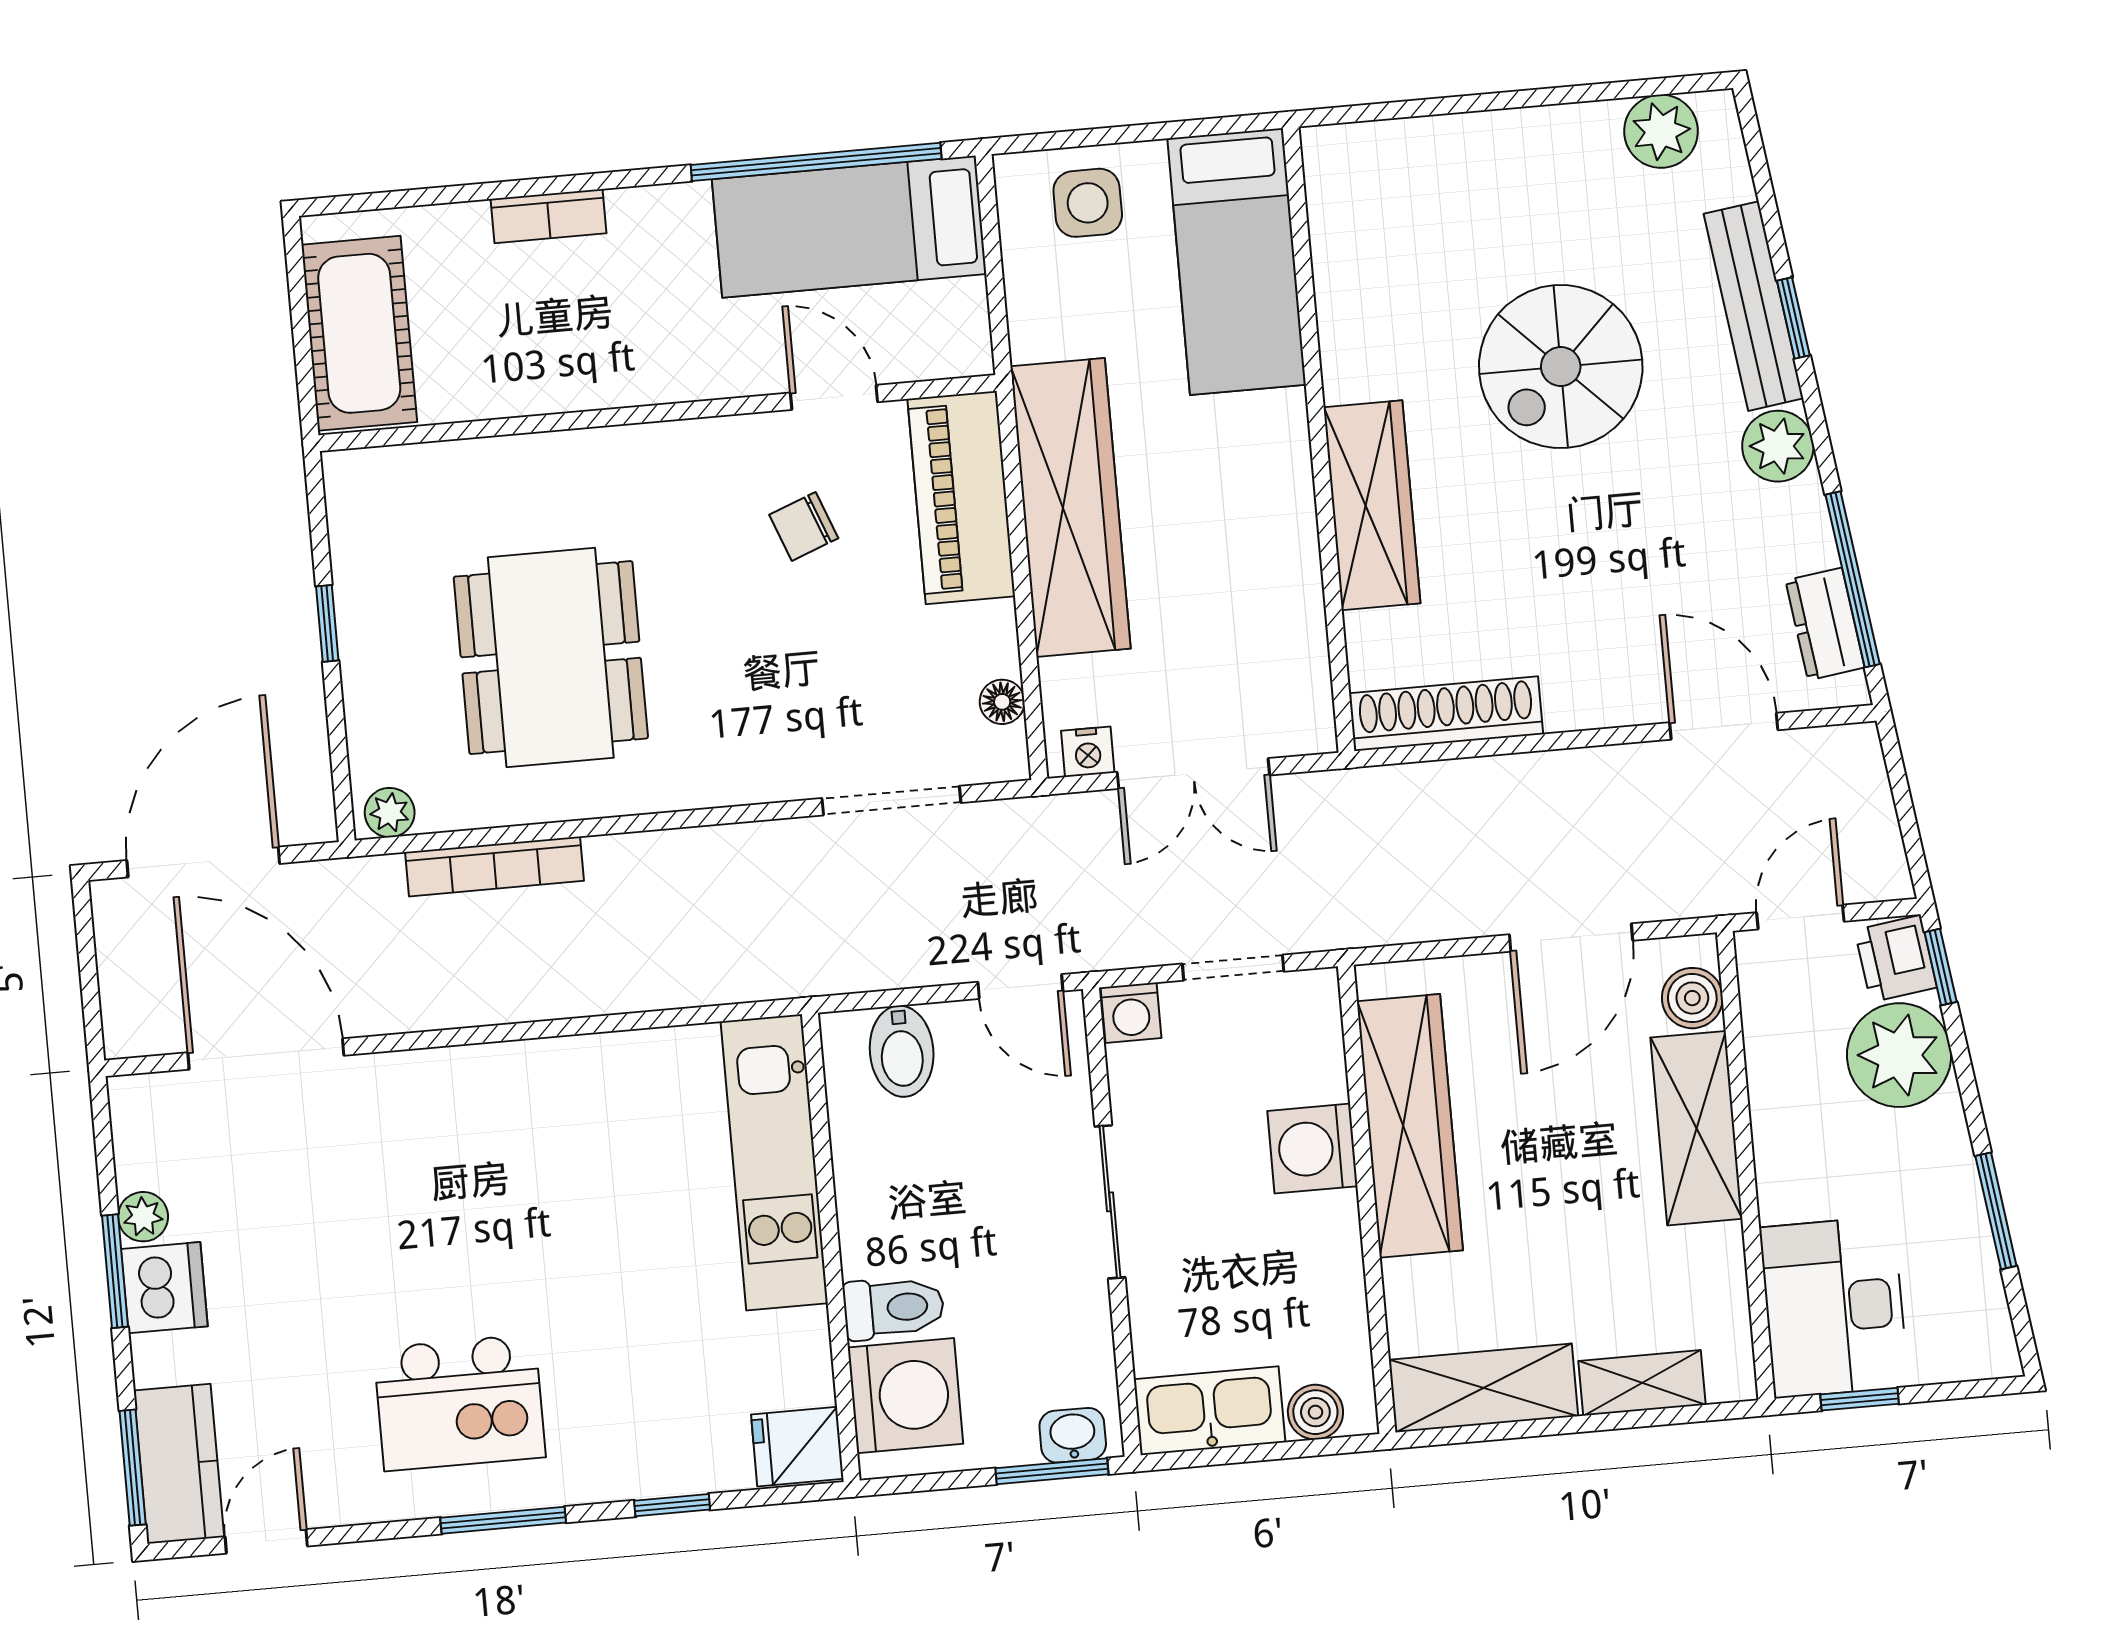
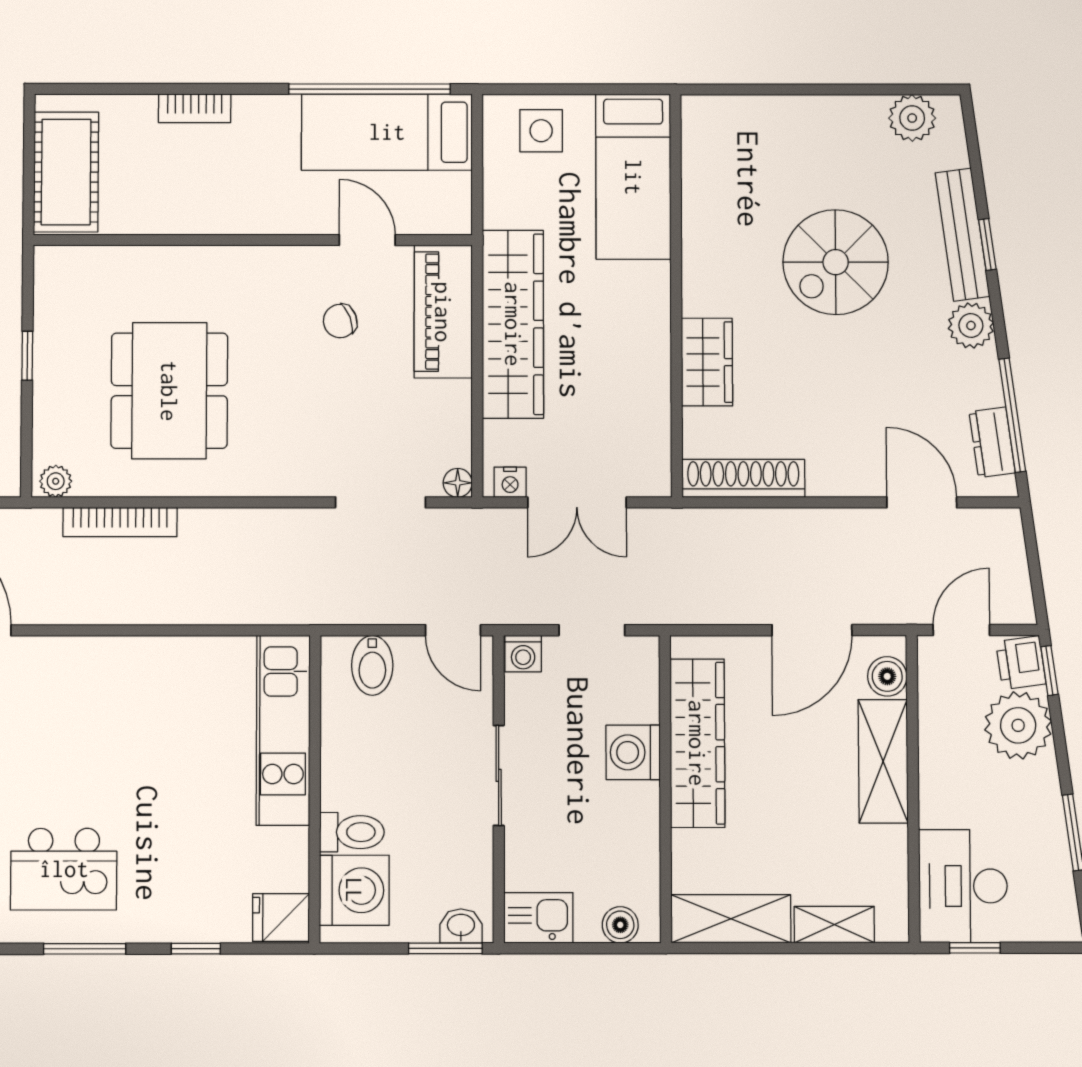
wardrobe: (1372, 505) -> (707, 362), width x0.67
floor lamp: (1002, 702) -> (458, 483), moved
kitchen sink: (1209, 1411) -> (538, 918), width x0.73

